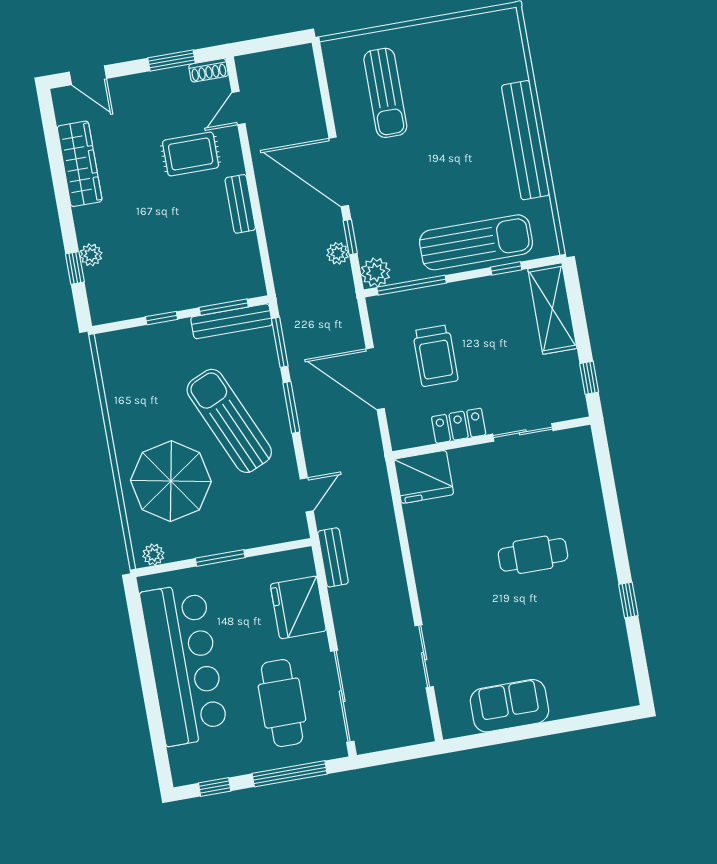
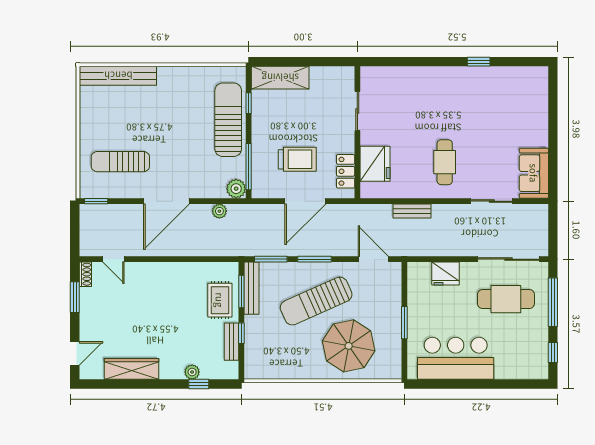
sun lounger: (385, 93) -> (120, 162), turned 180
bench: (526, 140) -> (118, 76), moved
rug: (191, 154) -> (220, 300), moved
bench: (240, 204) -> (232, 342), moved, turned 90
window: (350, 237) -> (96, 201), moved
window: (589, 378) -> (329, 62), removed
locker: (459, 426) -> (346, 171), moved
fridge: (424, 477) -> (375, 164), moved
door: (307, 495) -> (373, 259), width x1.38
plant: (153, 555) -> (395, 366), removed
cafe table: (533, 555) -> (445, 162), moved
bench: (333, 557) -> (412, 211), moved
fridge: (298, 607) -> (446, 273), width x0.73, depth x0.75
bar counter: (184, 664) -> (456, 358), width x0.73
sofa: (510, 706) -> (534, 173), moved

